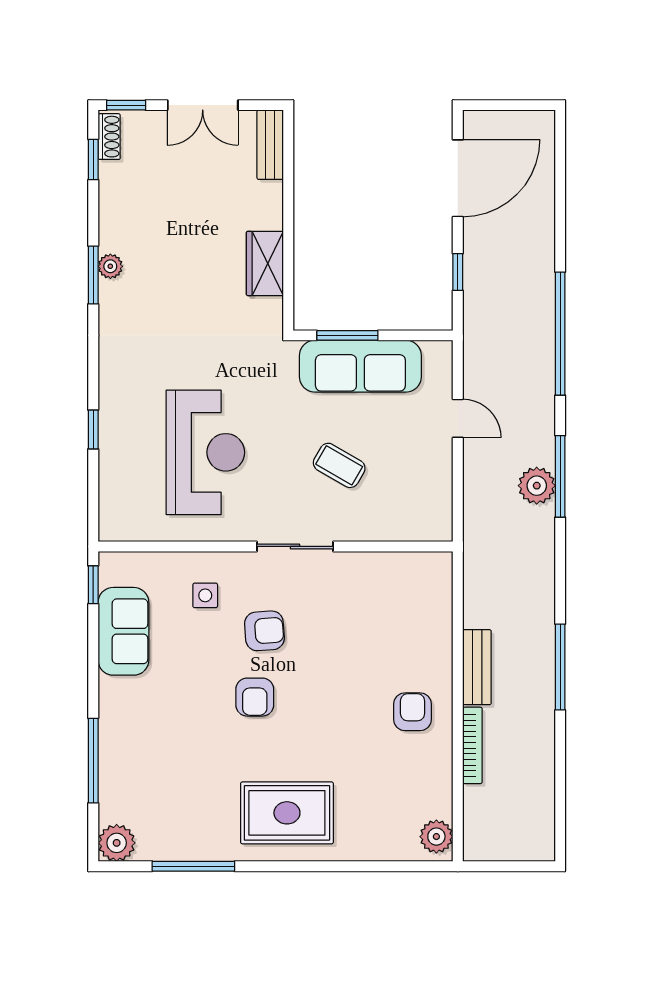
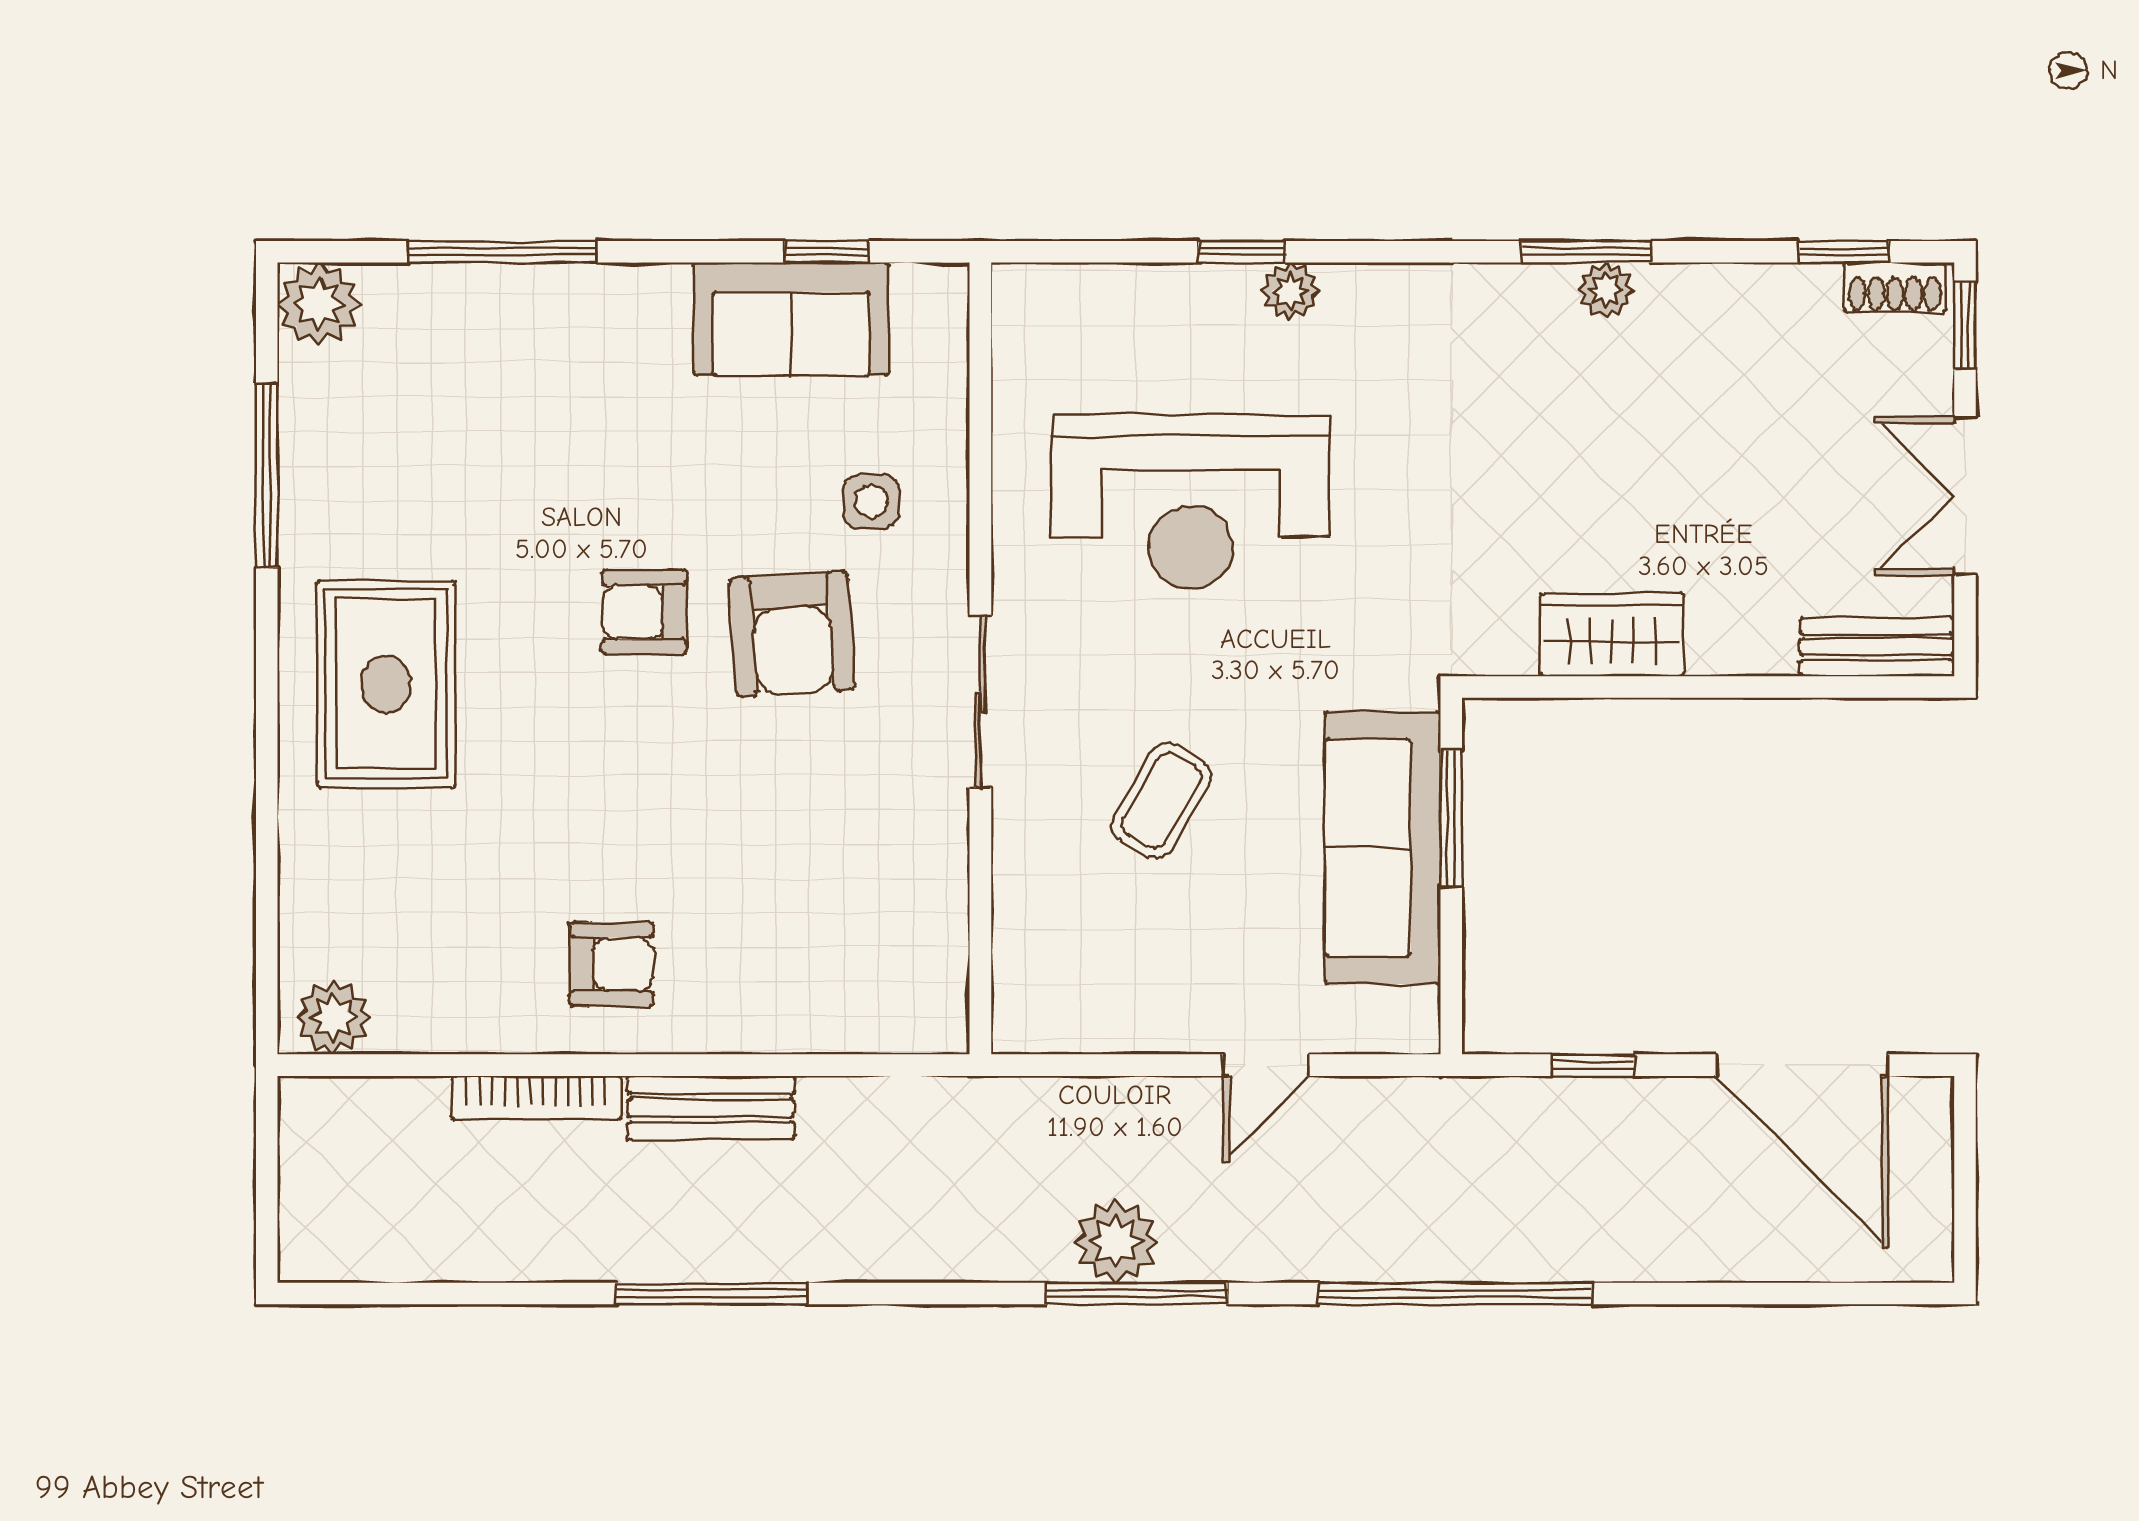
plant: (111, 408) -> (1290, 291), added
window: (93, 585) -> (827, 252), moved
armchair: (264, 631) -> (792, 634), width x1.38, depth x1.38

